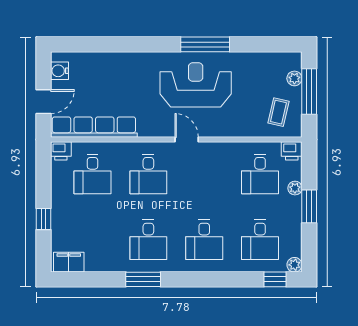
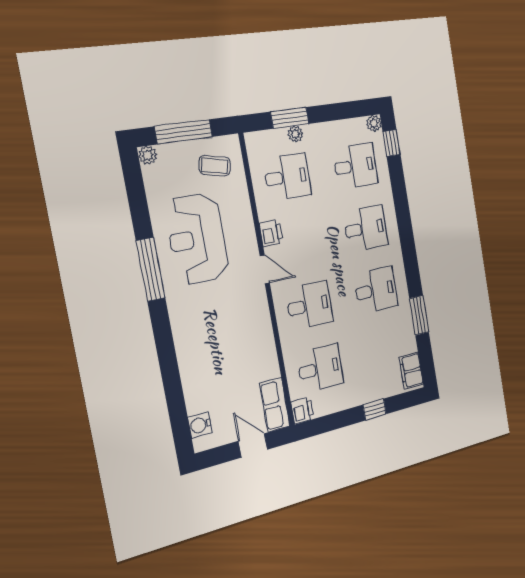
water cooler: (60, 71) -> (200, 425), moved, turned 90
plant: (294, 78) -> (148, 155), moved
reception desk: (196, 85) -> (197, 239), moved
row of seats: (94, 127) -> (275, 405), width x0.50
door: (187, 139) -> (265, 269), swing flipped
printer: (292, 151) -> (271, 233), moved
window: (309, 206) -> (290, 118), moved
window: (143, 279) -> (419, 315), moved

